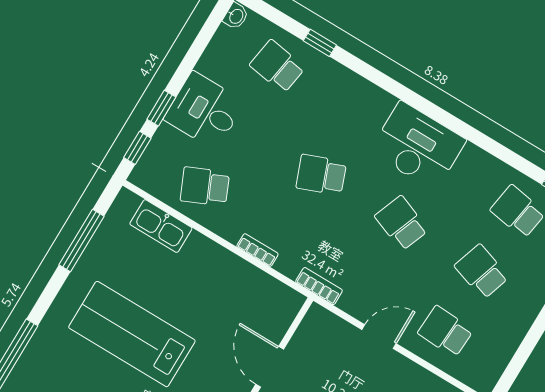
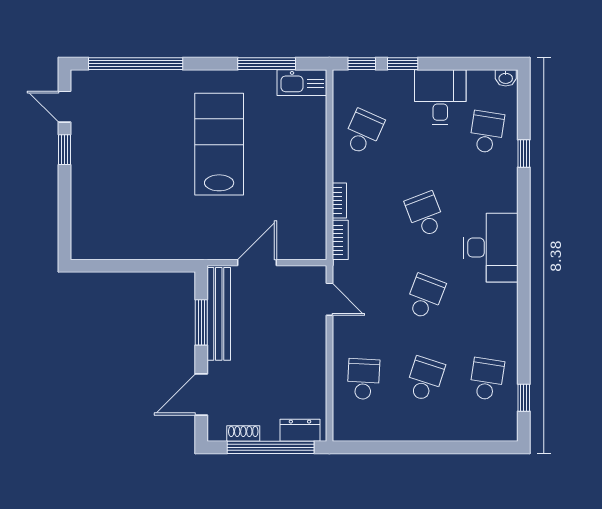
desk: (204, 111) -> (440, 97), moved
desk: (418, 146) -> (491, 248), moved
school desk: (205, 186) -> (363, 132), turned 48
kitchen sink: (161, 226) -> (302, 83), moved, turned -90
bookcase: (319, 286) -> (340, 240), moved
door: (379, 337) -> (329, 299), moved

